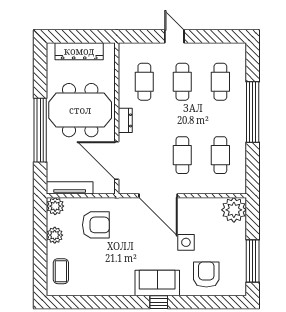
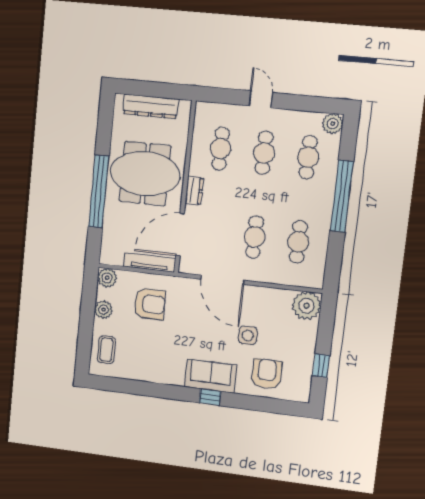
plant: (238, 51) -> (333, 124), added
door: (117, 160) -> (180, 235), hinge flipped
tv unit: (70, 188) -> (149, 262), moved
window: (253, 261) -> (321, 366), width x0.46

